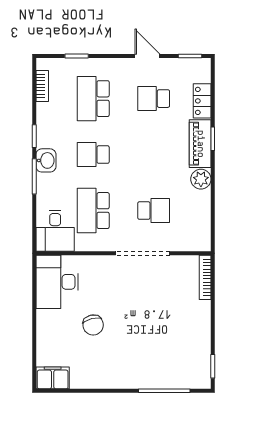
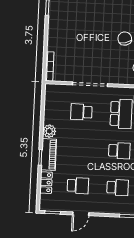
door: (147, 56) -> (81, 214), hinge flipped
school desk: (93, 99) -> (118, 187), width x0.54

